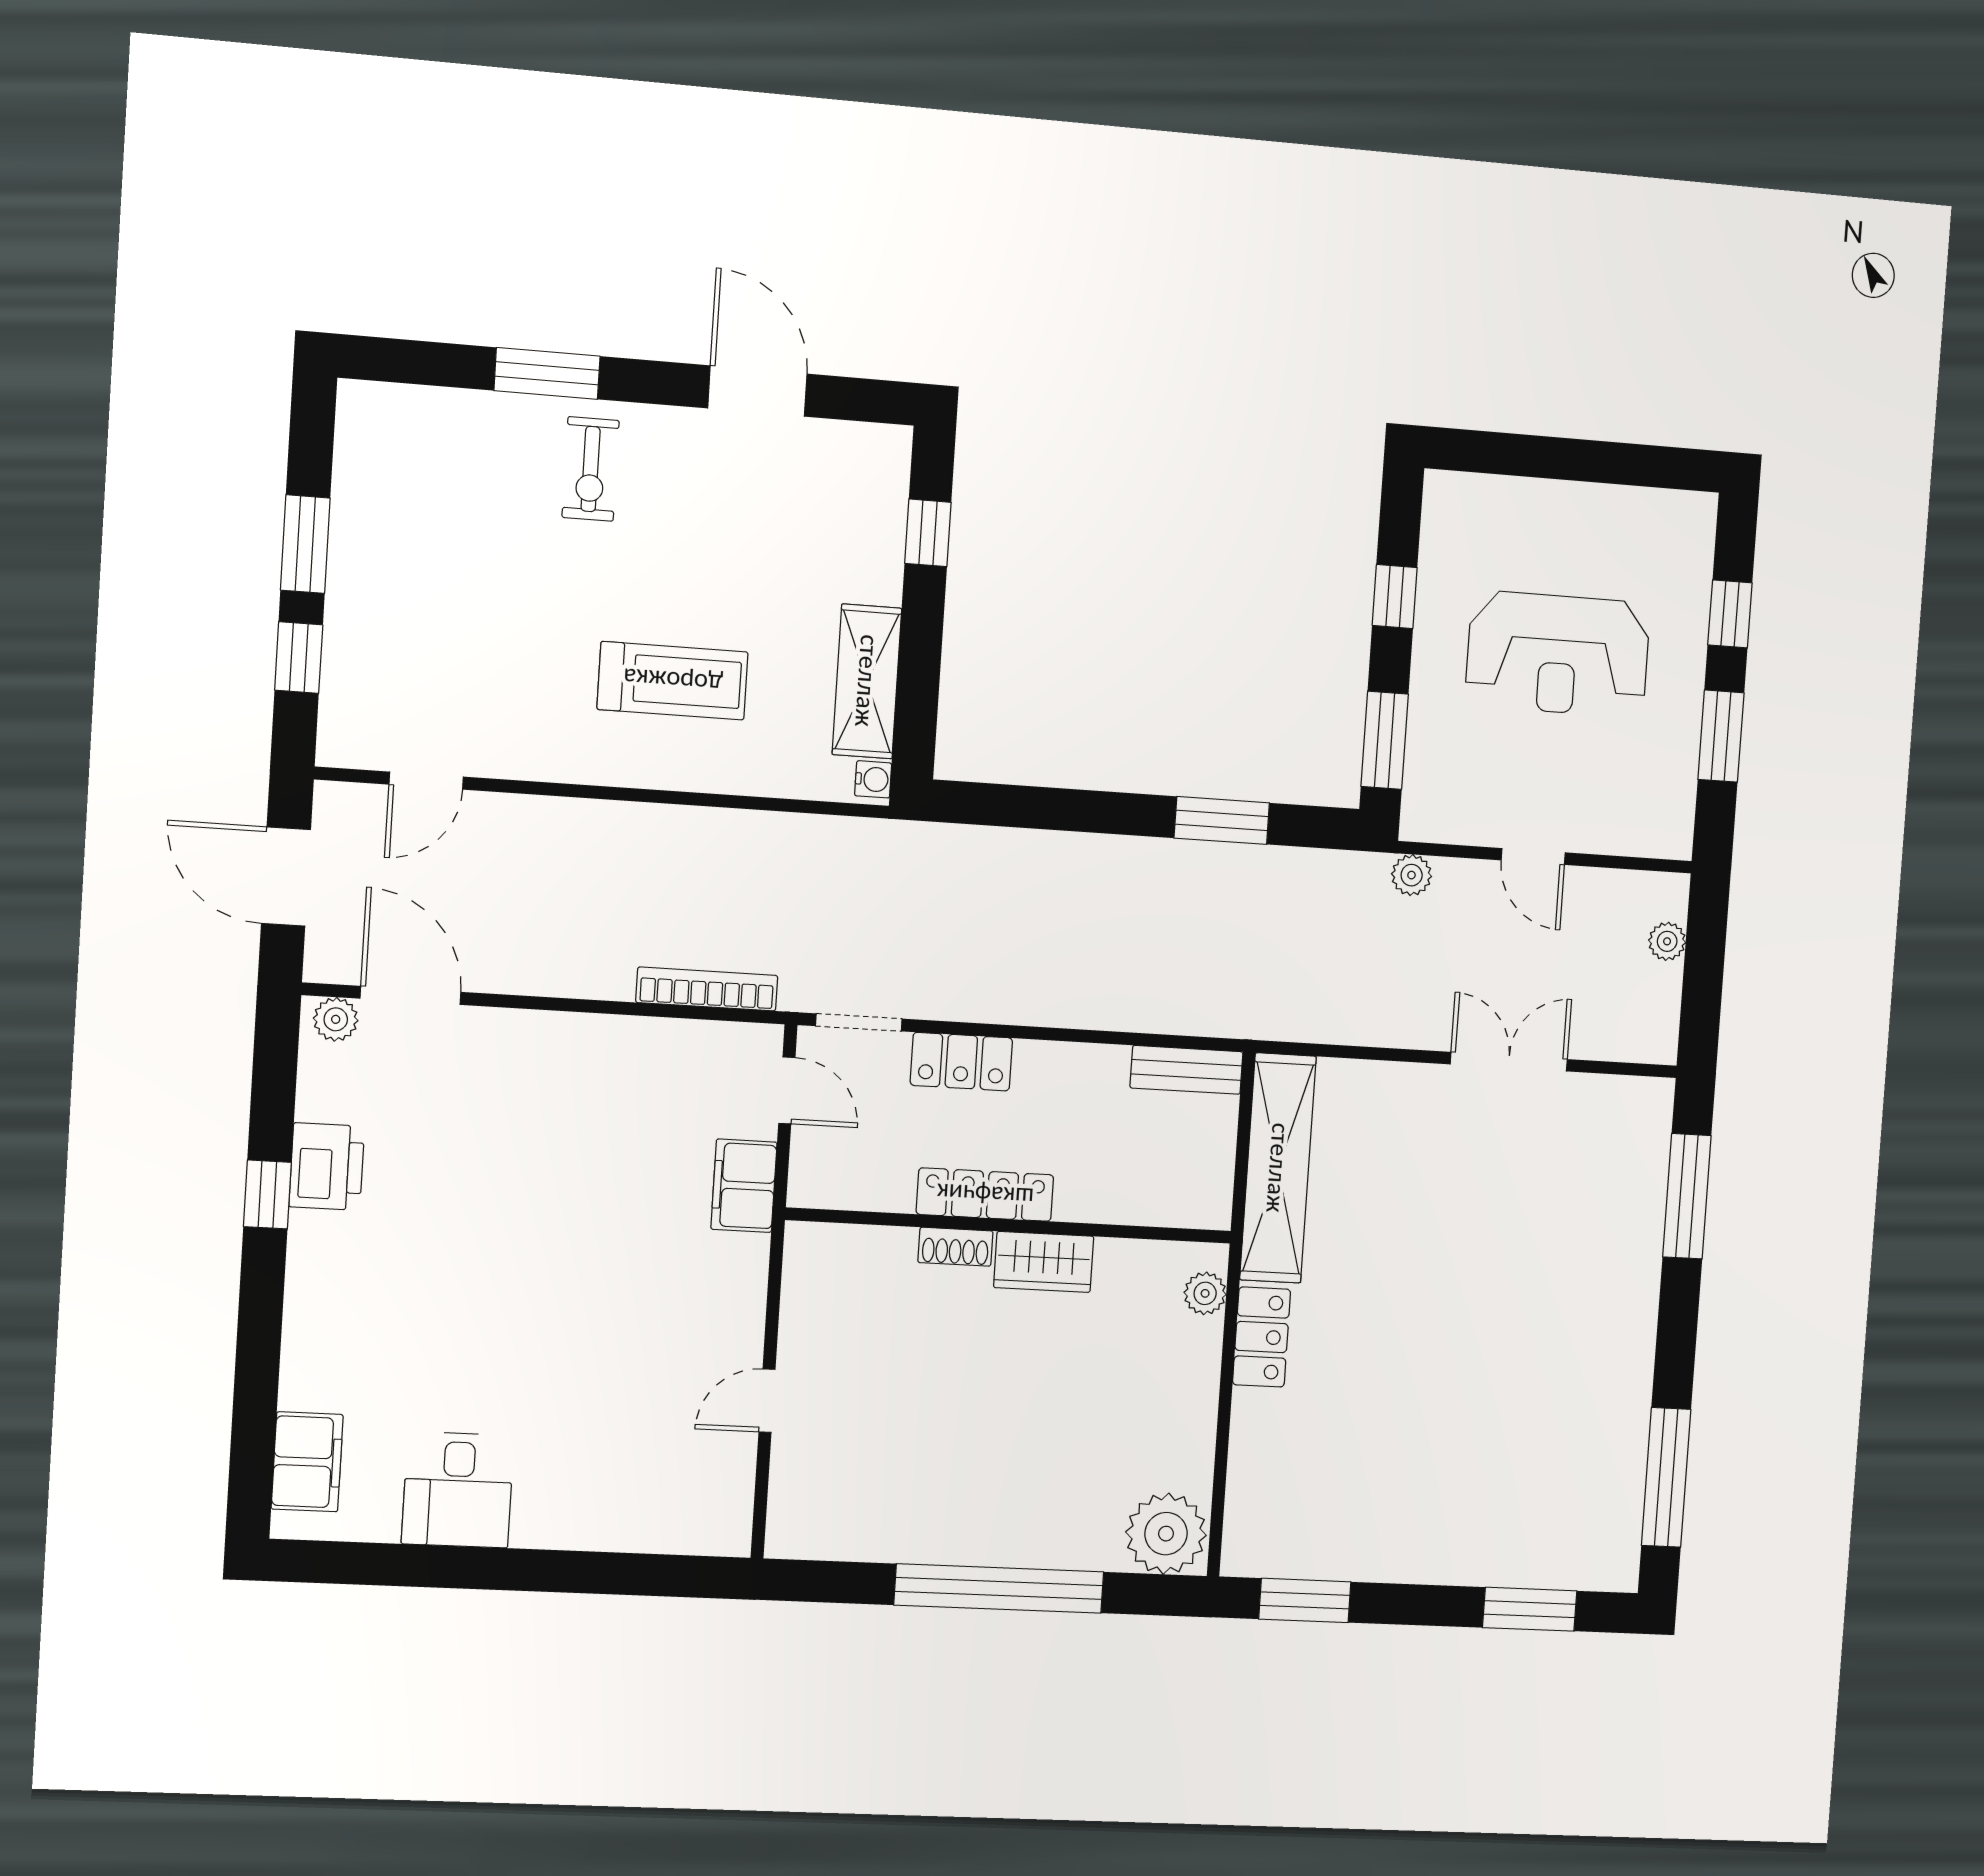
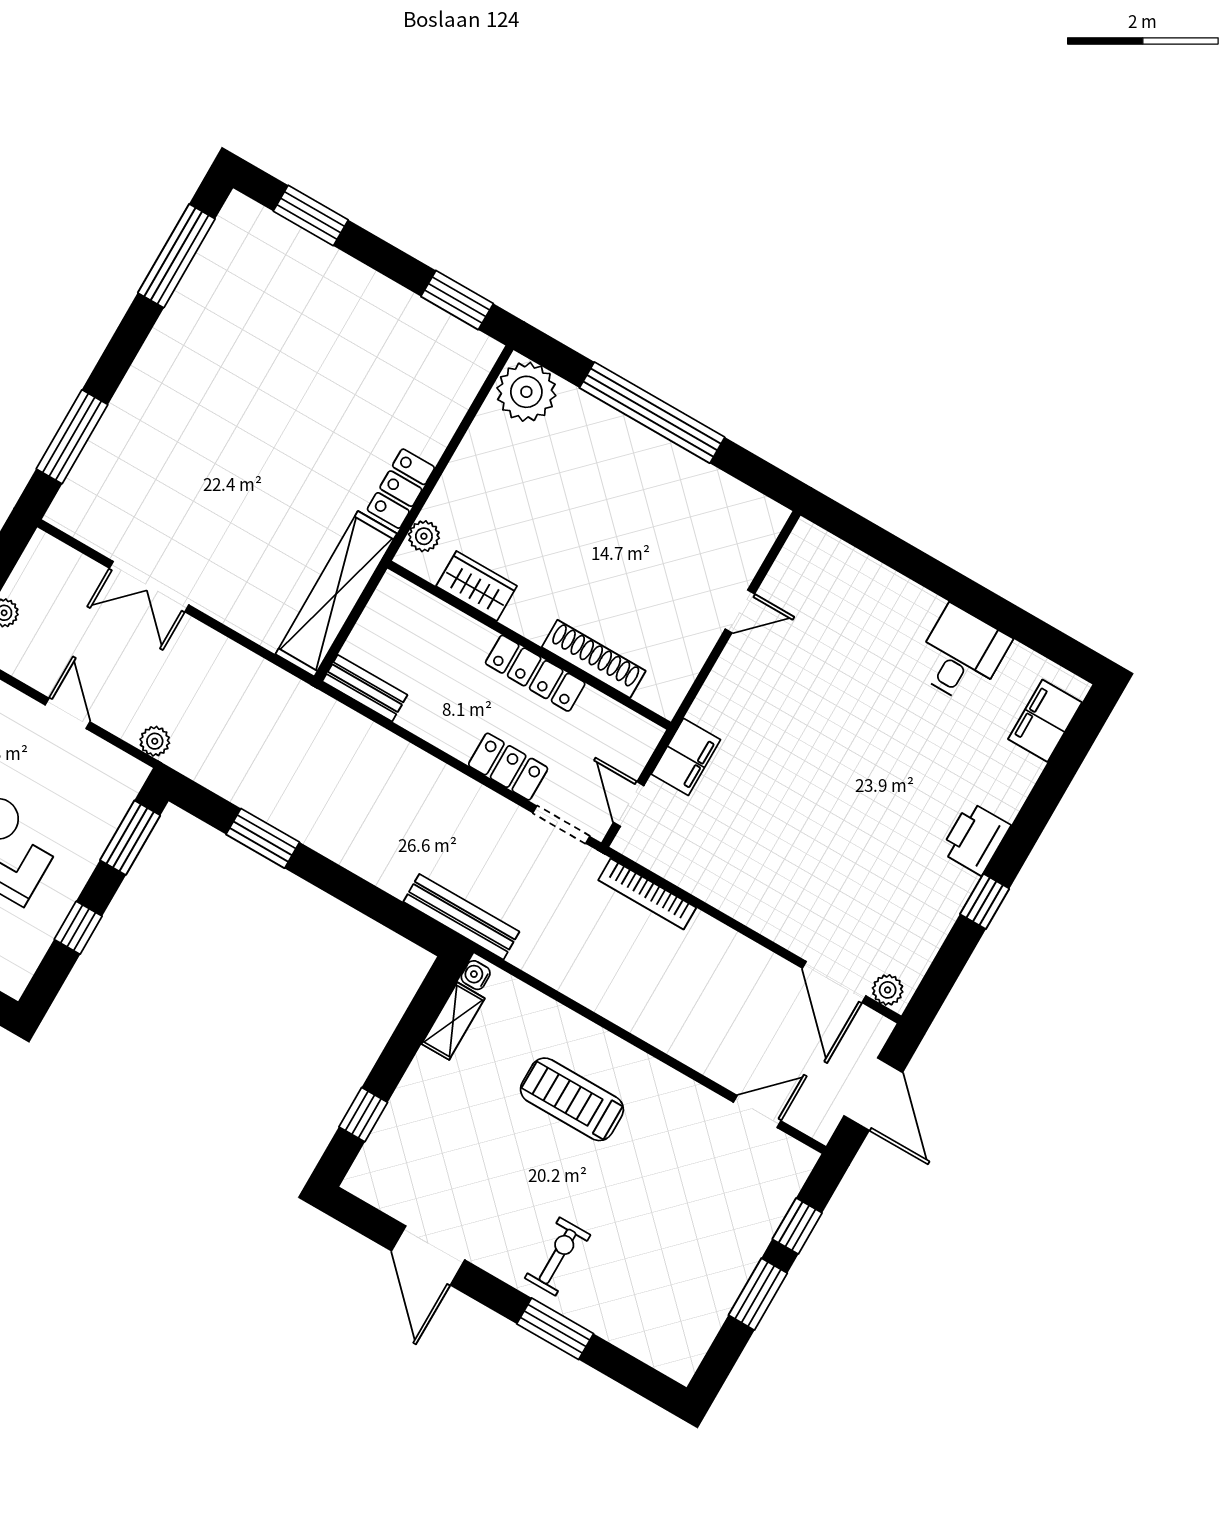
shelving: (867, 681) -> (453, 1021), width x0.67, depth x0.75
bench: (927, 844) -> (461, 917), added
printer: (327, 1167) -> (975, 838), moved
shoe rack: (955, 1247) -> (594, 659), width x1.94, depth x1.24
wardrobe: (1044, 1262) -> (477, 586), moved

